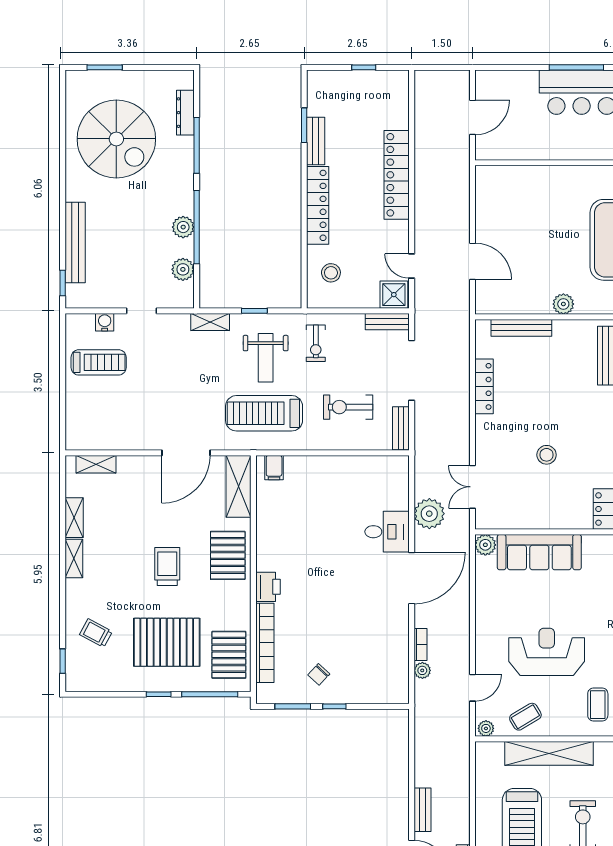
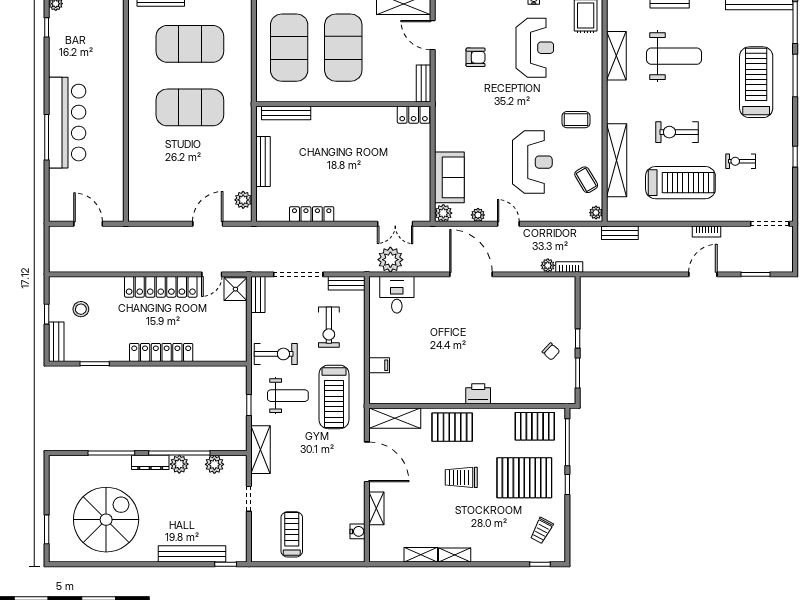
dresser: (185, 113) -> (150, 462), moved
bench: (316, 141) -> (56, 342), moved, turned 90
locker: (397, 175) -> (161, 287), moved
stool: (331, 273) -> (81, 309), moved
plant: (563, 304) -> (243, 200), moved
water cooler: (105, 322) -> (357, 531), moved, turned 180
shelving: (210, 322) -> (260, 450), width x1.50, depth x1.33
bench: (521, 328) -> (263, 161), moved
exercise bike: (316, 343) -> (276, 354), width x1.38, depth x1.39
stool: (547, 455) -> (369, 162), removed
shelving: (96, 464) -> (376, 508), moved
filing cabinet: (274, 468) -> (379, 365), moved
plant: (429, 514) -> (390, 260), moved
desk: (387, 532) -> (397, 295), moved
sofa: (539, 552) -> (449, 177), width x0.73
plant: (483, 586) -> (478, 215), added
trolley: (96, 633) -> (542, 530), moved
pallet: (167, 642) -> (524, 478), turned 90
bookcase: (265, 643) -> (525, 396), removed
bookcase: (420, 645) -> (569, 267), moved
reception desk: (547, 652) -> (532, 162), turned 180
door: (472, 688) -> (508, 224), moved
bench: (422, 810) -> (620, 233), moved

